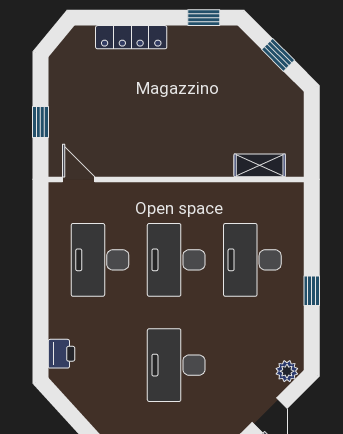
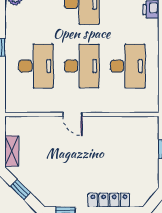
shelving: (260, 165) -> (12, 151), moved, turned 90
door: (79, 179) -> (73, 114), moved

